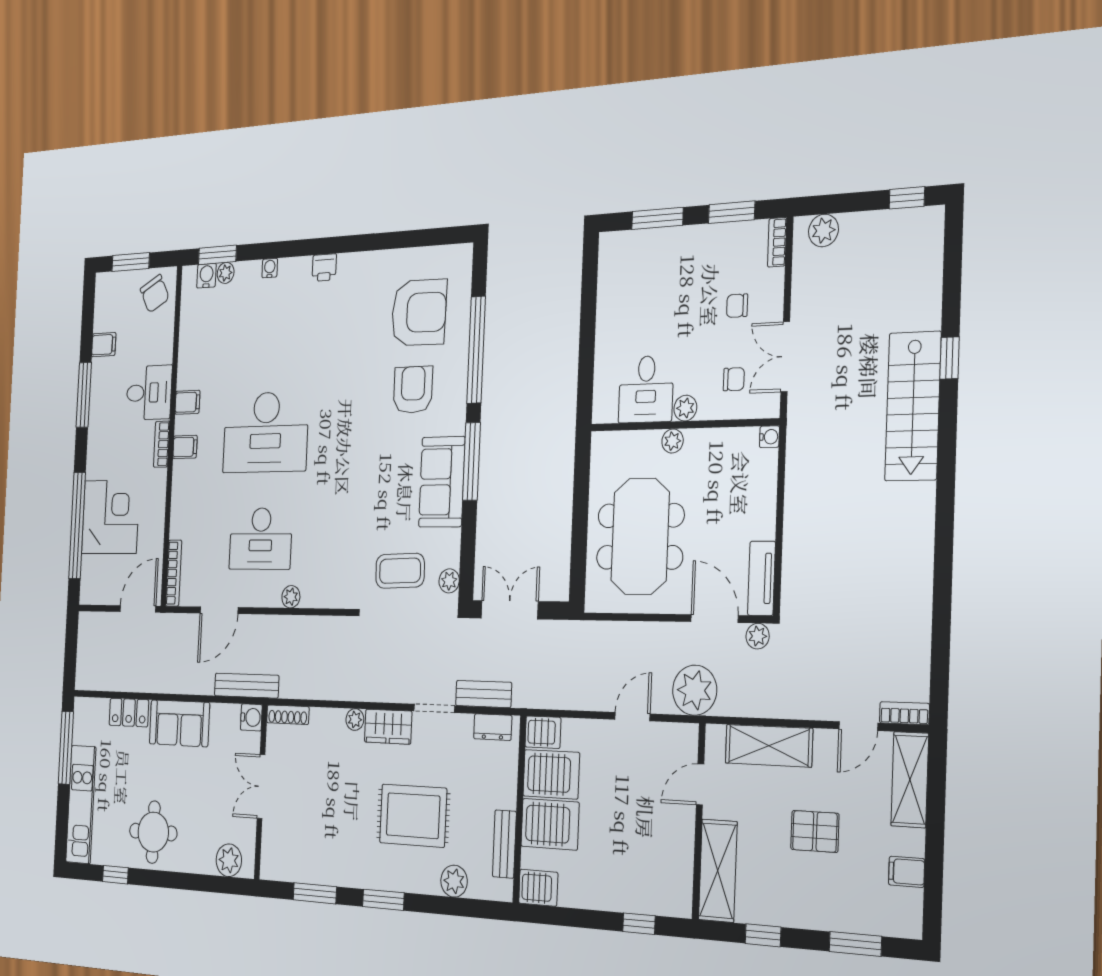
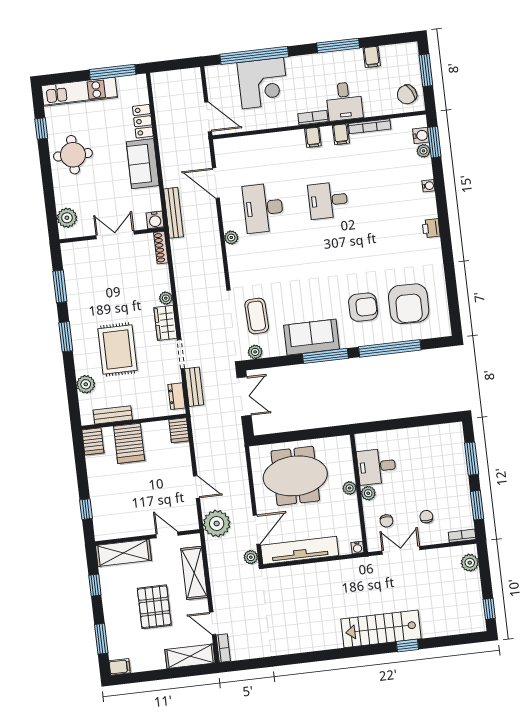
desk: (266, 432) -> (328, 200), width x0.53, depth x0.77
bookcase: (174, 573) -> (370, 126), moved
tv unit: (761, 578) -> (300, 550), width x1.92, depth x1.29
server rack: (551, 774) -> (157, 440), removed
pallet: (815, 831) -> (154, 607), width x1.50, depth x1.42
filing cabinet: (907, 872) -> (120, 667), moved, turned 90

